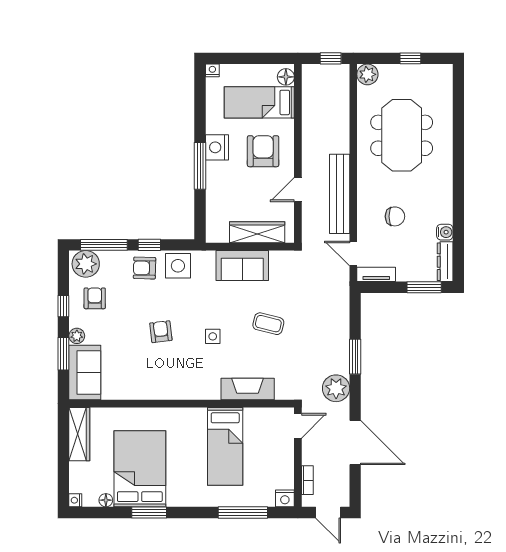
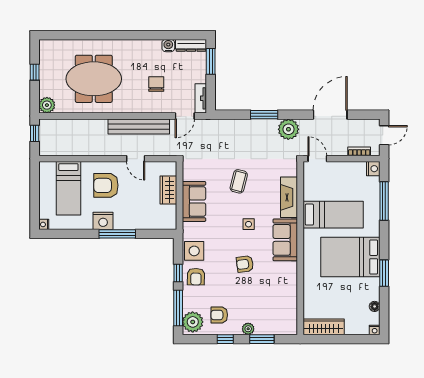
floor lamp: (286, 77) -> (49, 168), removed
wardrobe: (257, 232) -> (168, 190), width x0.67
sofa: (85, 373) -> (285, 240), moved, turned -90
bed: (140, 469) -> (350, 257), moved

